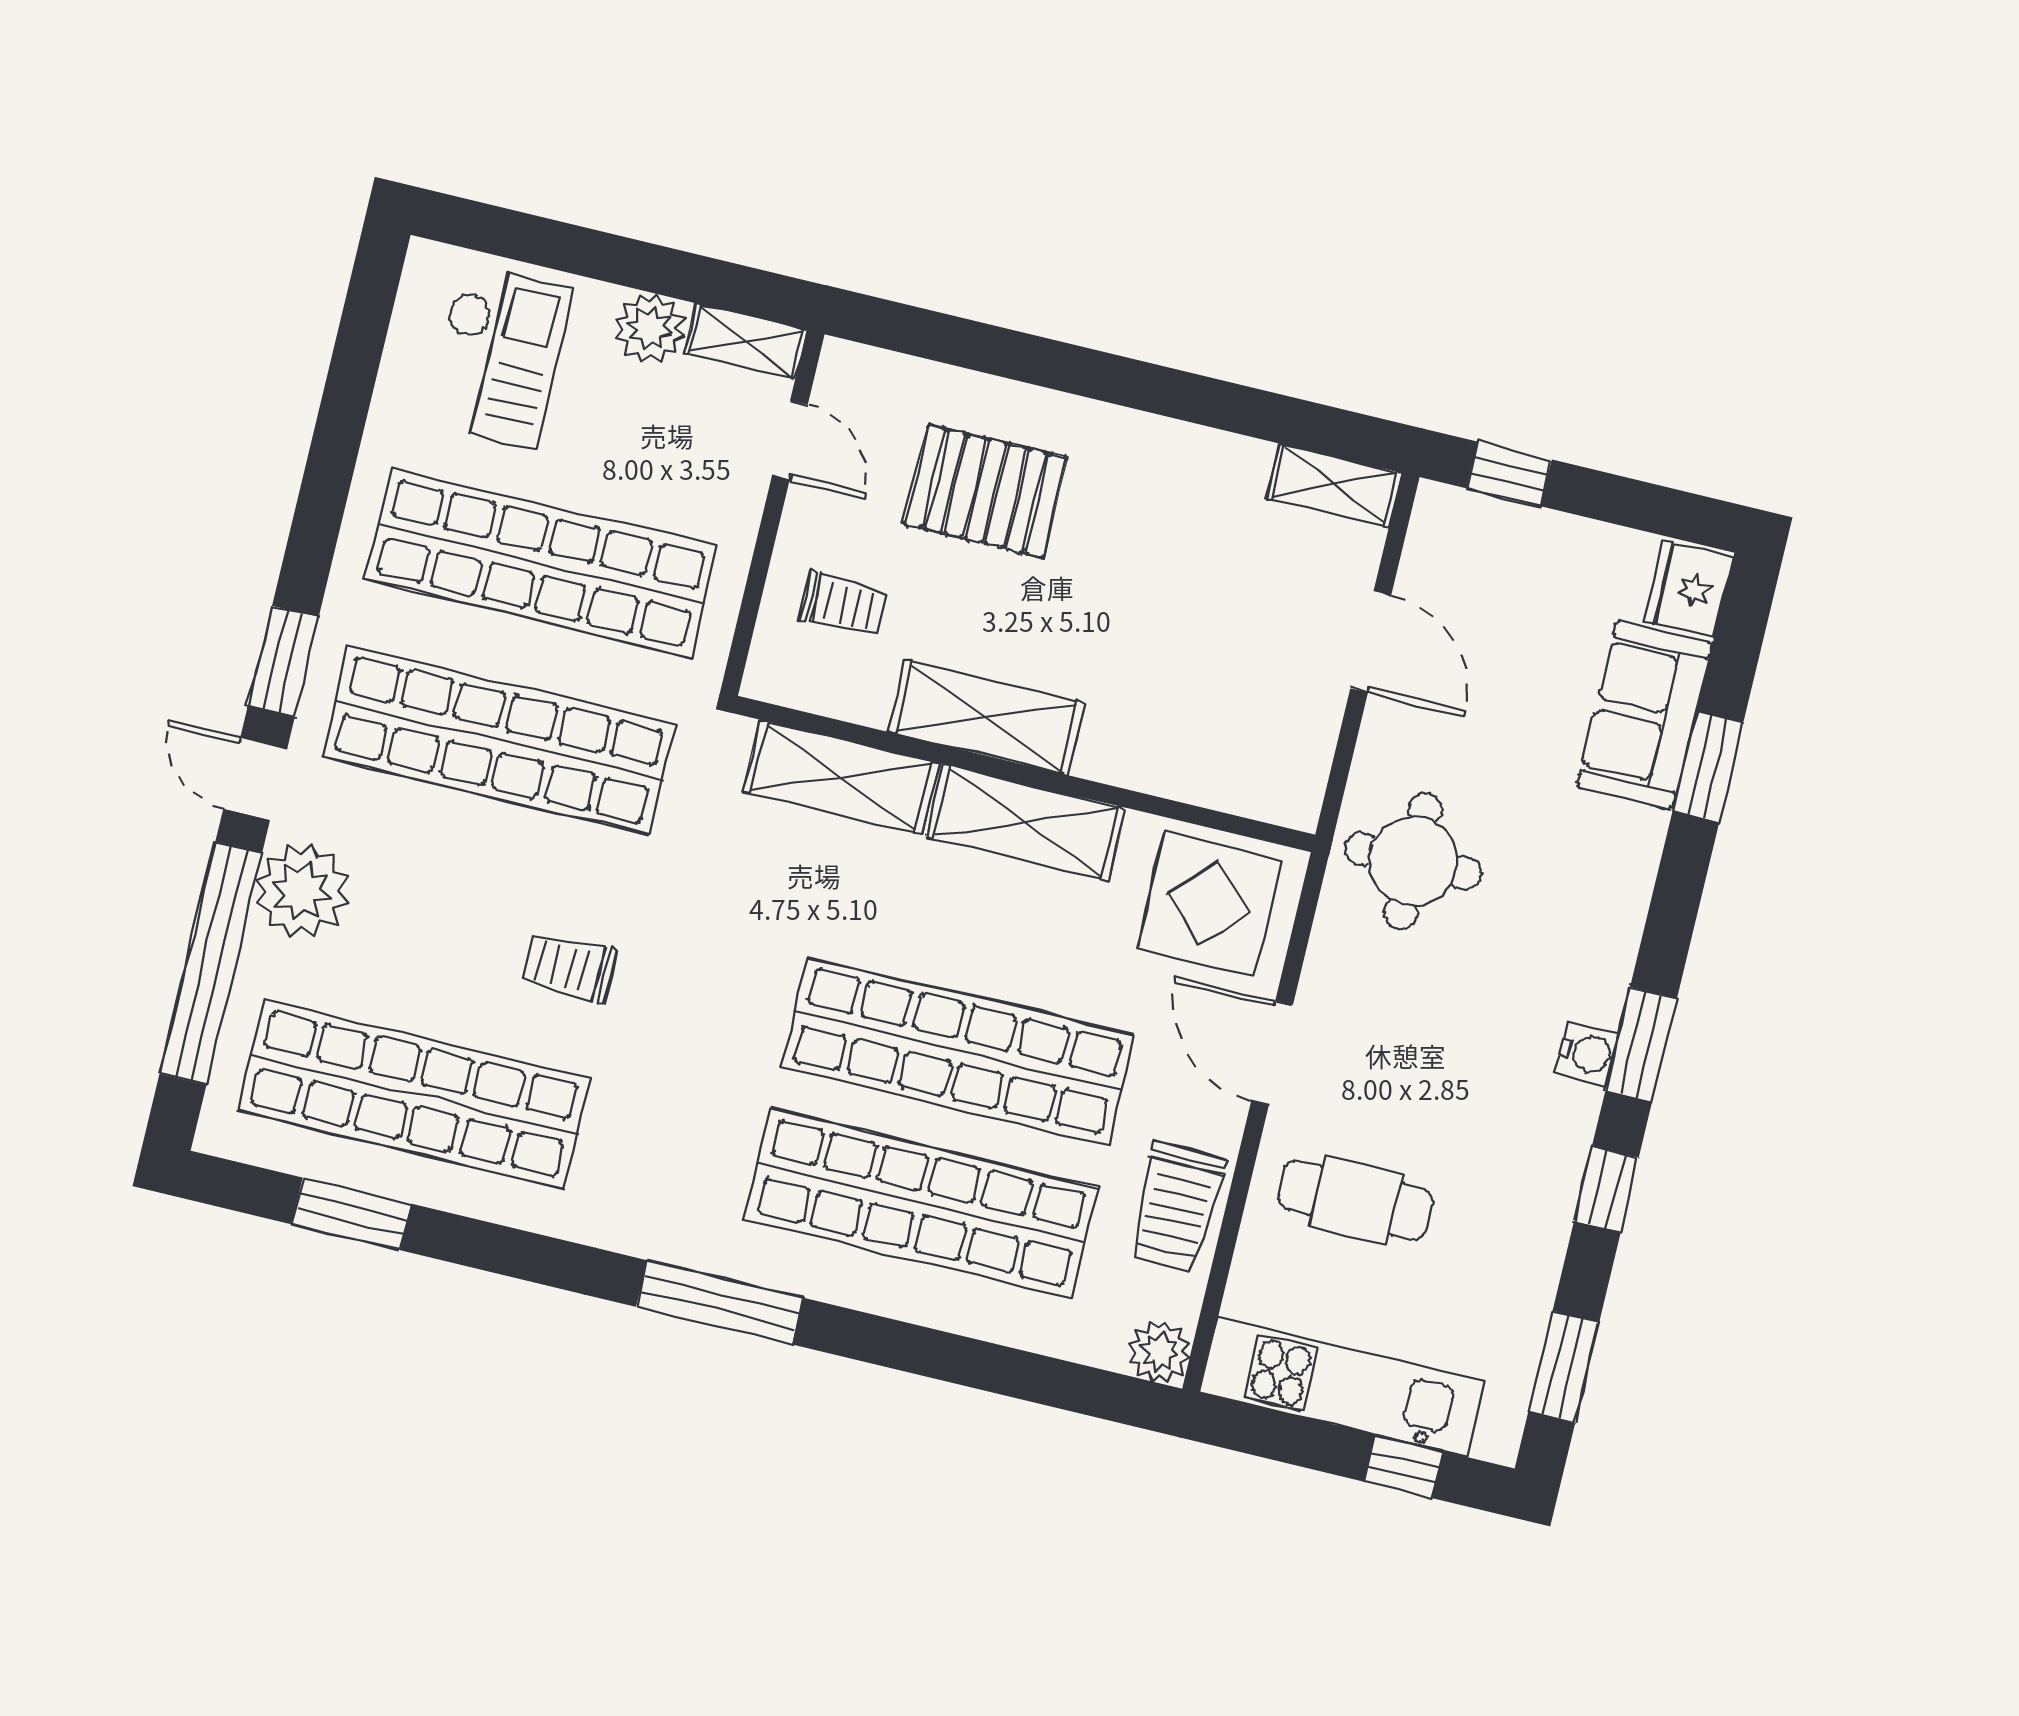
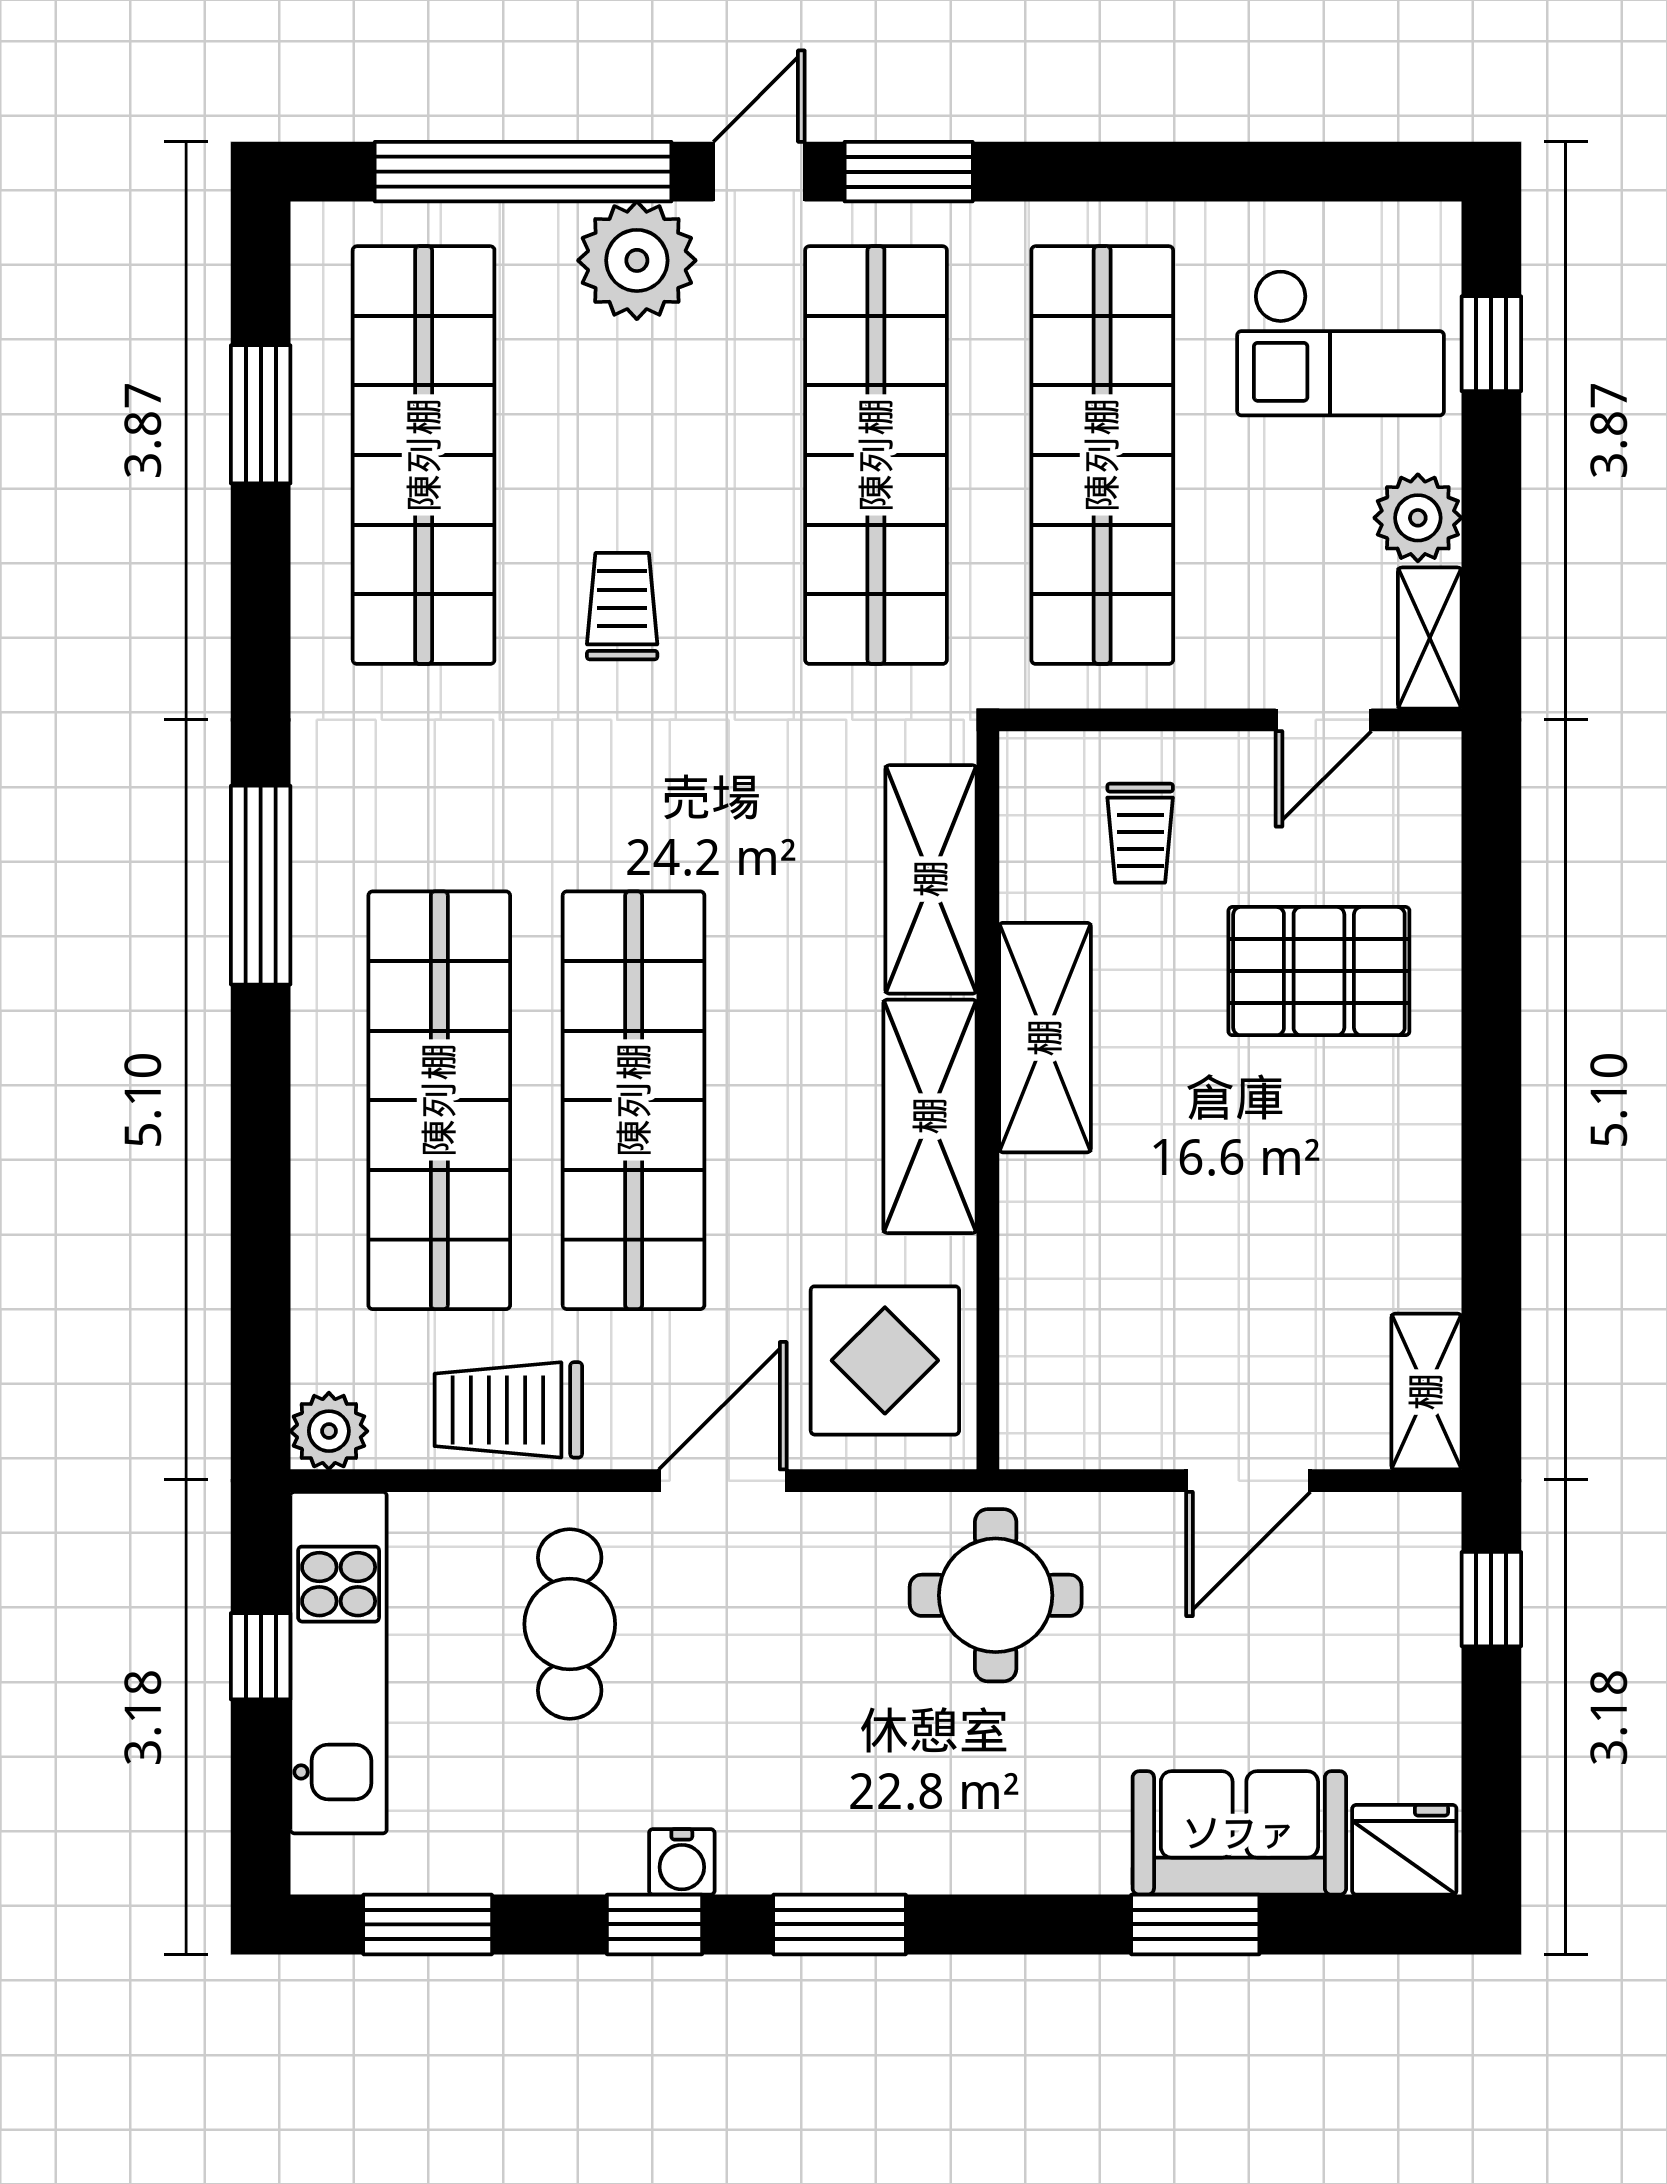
window: (527, 238) -> (1491, 344), added
pallet: (986, 491) -> (1319, 971), turned 90
water cooler: (1587, 1054) -> (682, 1862), moved
window: (1403, 1466) -> (261, 1656), moved

